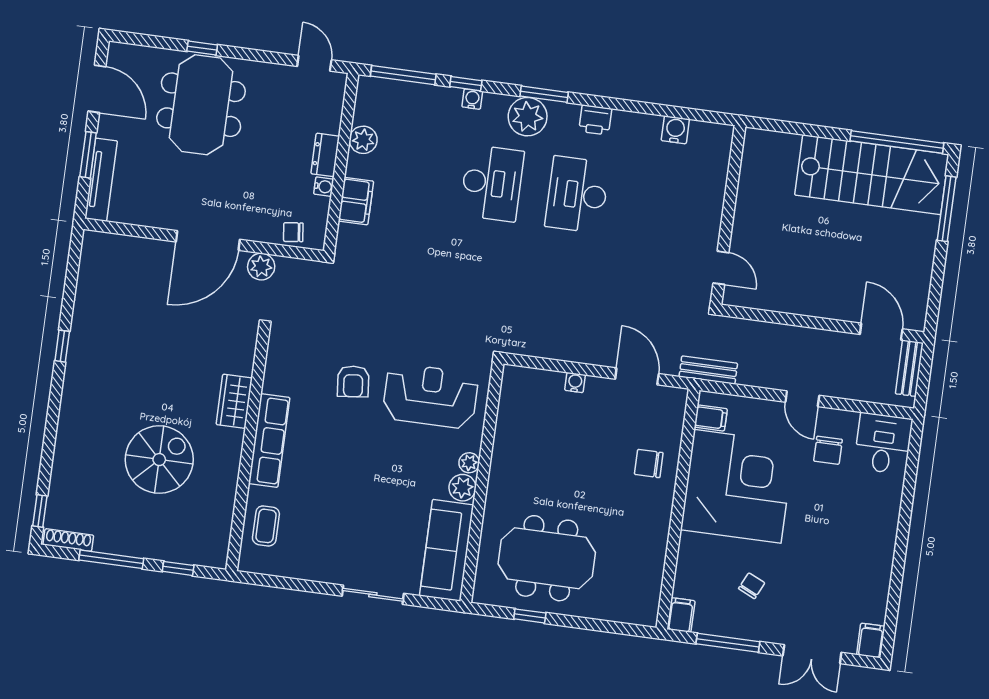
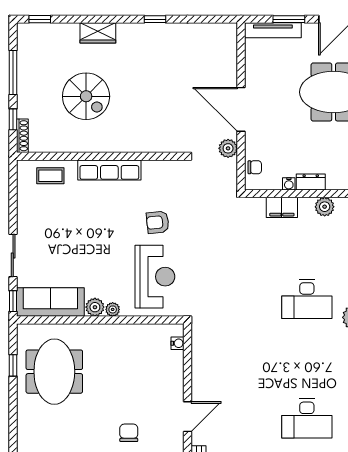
desk: (577, 195) -> (307, 418), moved, turned 180
chair: (293, 232) -> (255, 167), turned 97
water cooler: (575, 382) -> (178, 343), moved
wardrobe: (234, 401) -> (98, 33), moved, turned 180
shoe rack: (68, 540) -> (22, 136), moved
window: (438, 604) -> (13, 301), added

